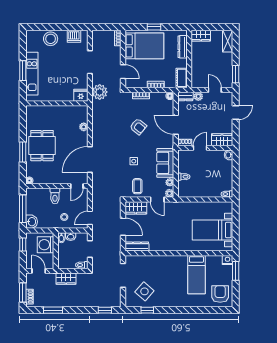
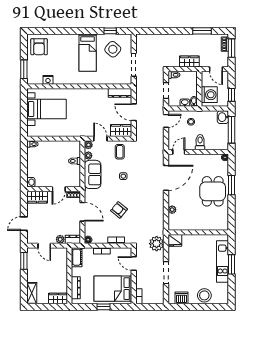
nightstand: (228, 260) -> (48, 80), moved
bed: (196, 275) -> (88, 53), moved, turned 180
window: (105, 310) -> (151, 31), removed

